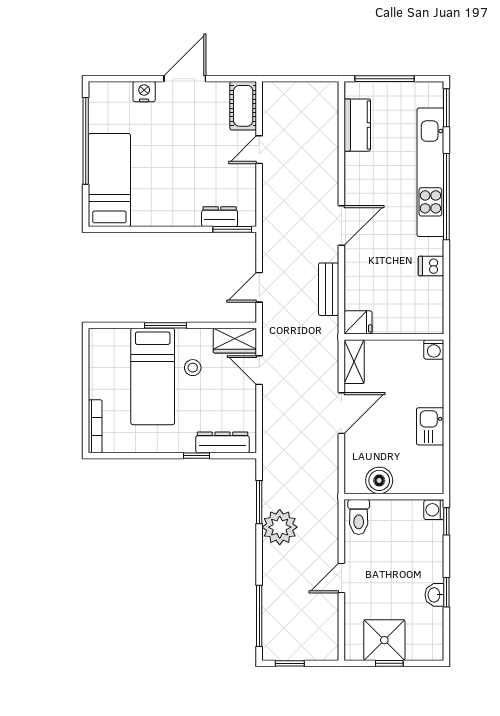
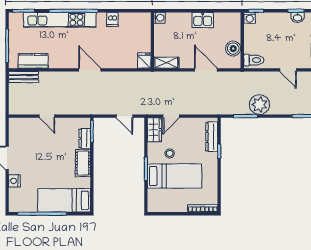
cot: (243, 106) -> (83, 163), moved, turned 90
bench: (329, 289) -> (24, 77), moved
door: (341, 413) -> (206, 70), moved

